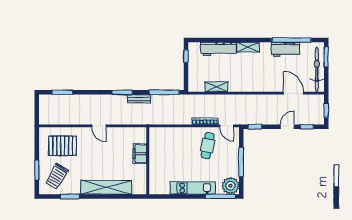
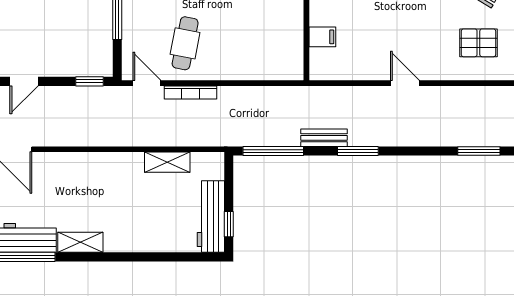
shelving: (248, 47) -> (80, 242), moved
workbench: (218, 49) -> (211, 217), moved, turned -90
pallet: (63, 146) -> (478, 43), width x0.67, depth x0.71
filing cabinet: (140, 154) -> (322, 37), width x0.50

